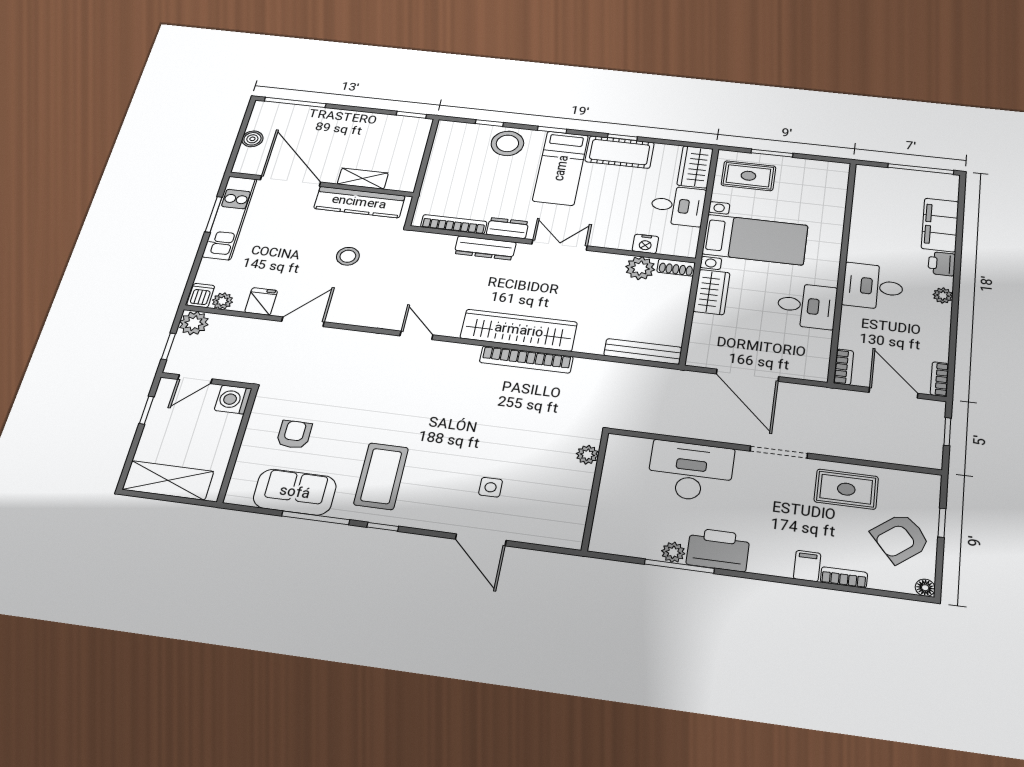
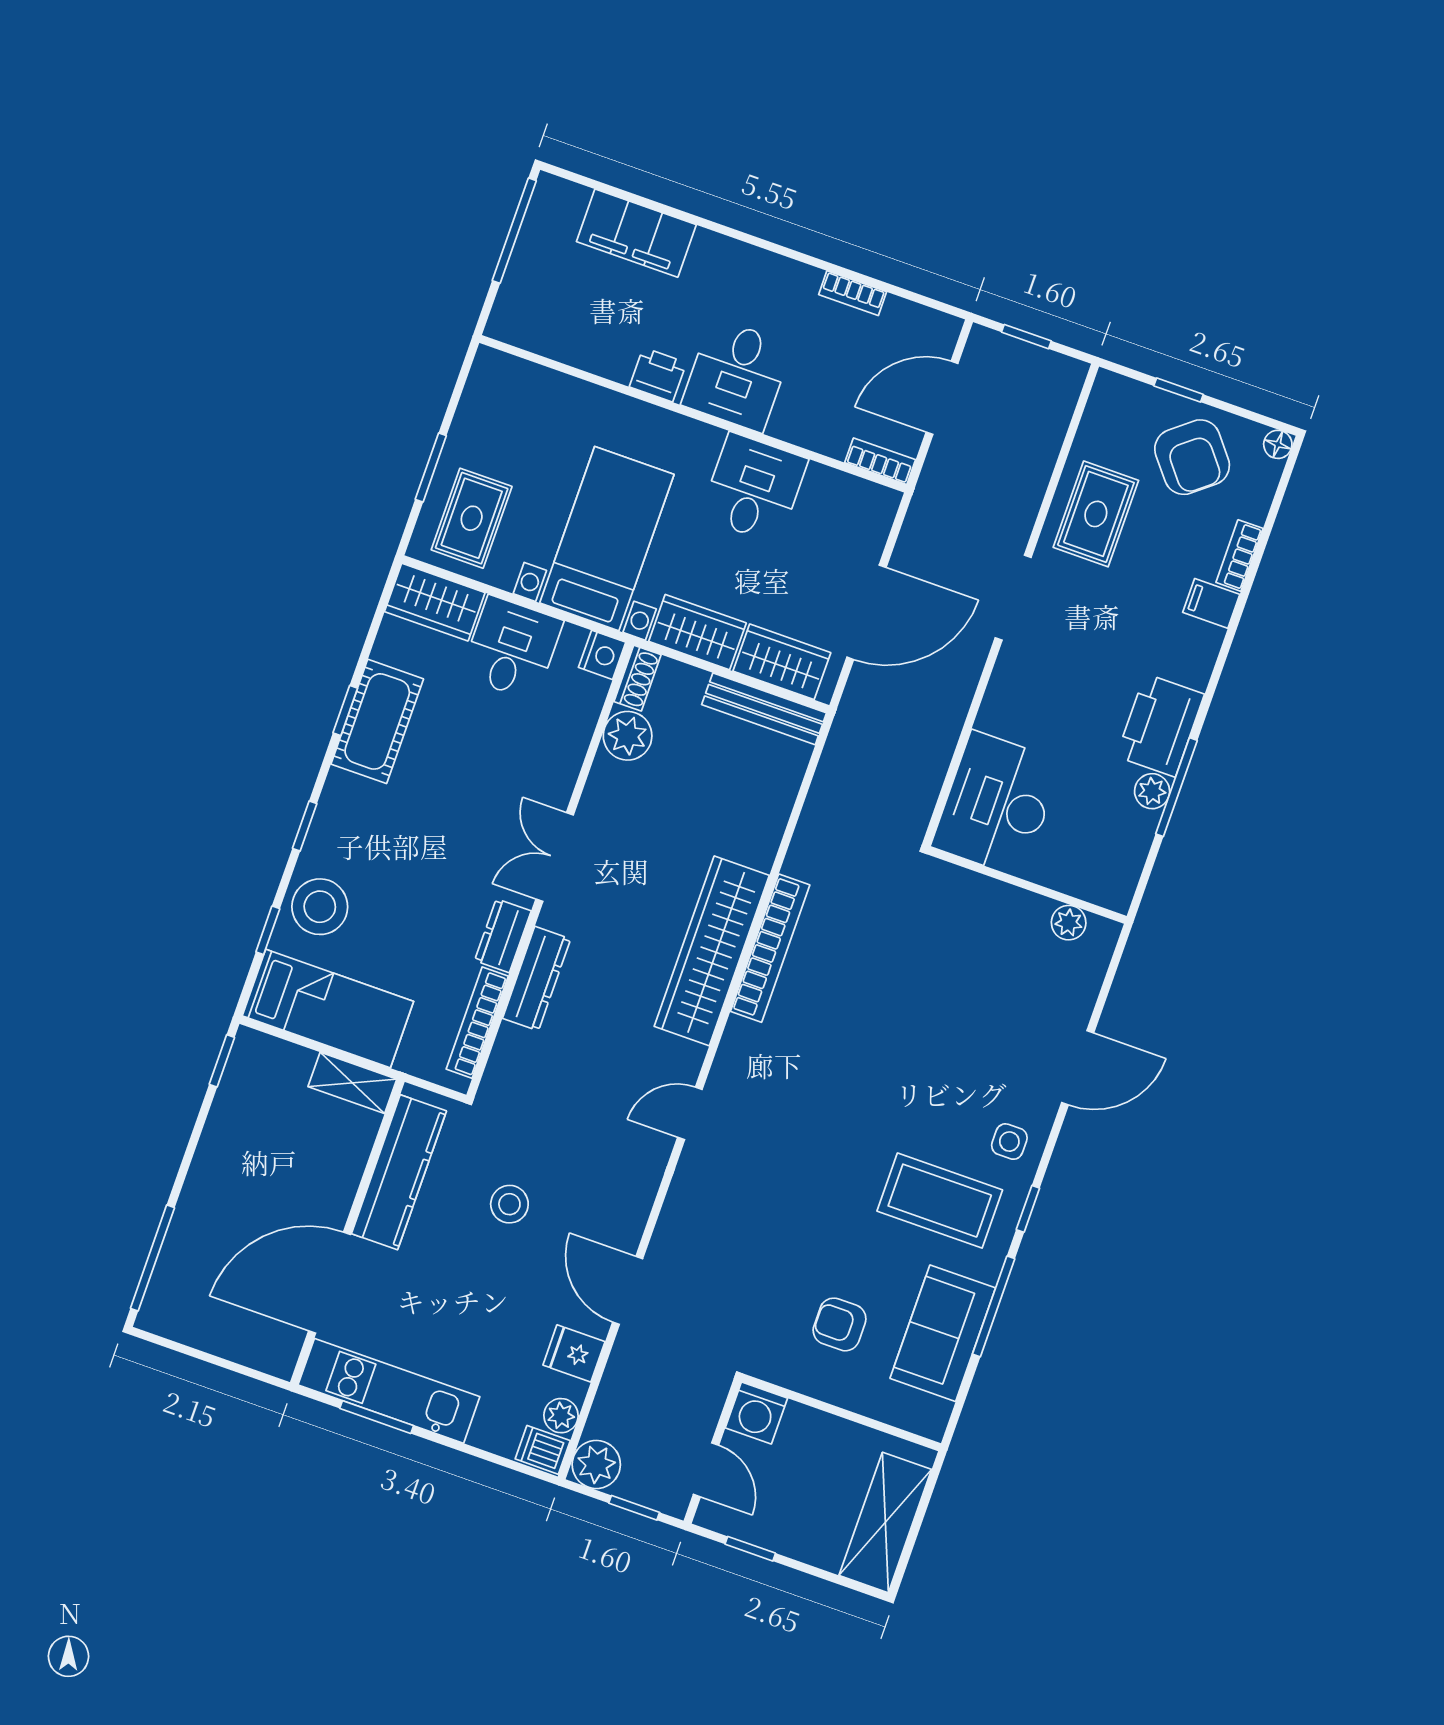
boiler: (252, 139) -> (222, 1339), removed
bed: (561, 168) -> (328, 1009), moved
shelving: (363, 179) -> (352, 1083), moved, turned 90
nightstand: (645, 244) -> (602, 655), moved
printer: (942, 264) -> (658, 375), moved, turned 180
plant: (943, 296) -> (776, 270), removed
wardrobe: (705, 337) -> (782, 662), added
bench: (643, 352) -> (764, 709), moved, turned 90
bookcase: (940, 379) -> (853, 293), moved
plant: (587, 455) -> (1069, 923), moved
desk: (691, 471) -> (997, 804), moved
side table: (491, 487) -> (1009, 1142), moved

